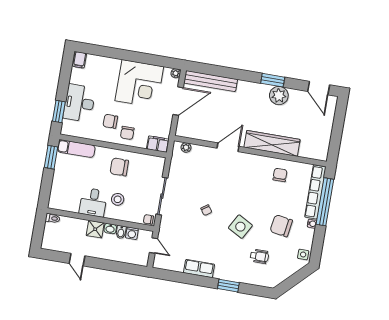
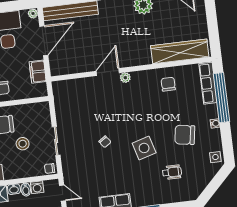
wardrobe: (272, 143) -> (180, 51), moved
filing cabinet: (158, 144) -> (38, 72), moved, turned -90
plant: (186, 147) -> (125, 78), moved
row of seats: (315, 192) -> (208, 83), width x0.73
sliding door: (162, 196) -> (56, 141), width x0.73
stool: (118, 199) -> (23, 144), moved
side table: (240, 227) -> (144, 148), turned 45

